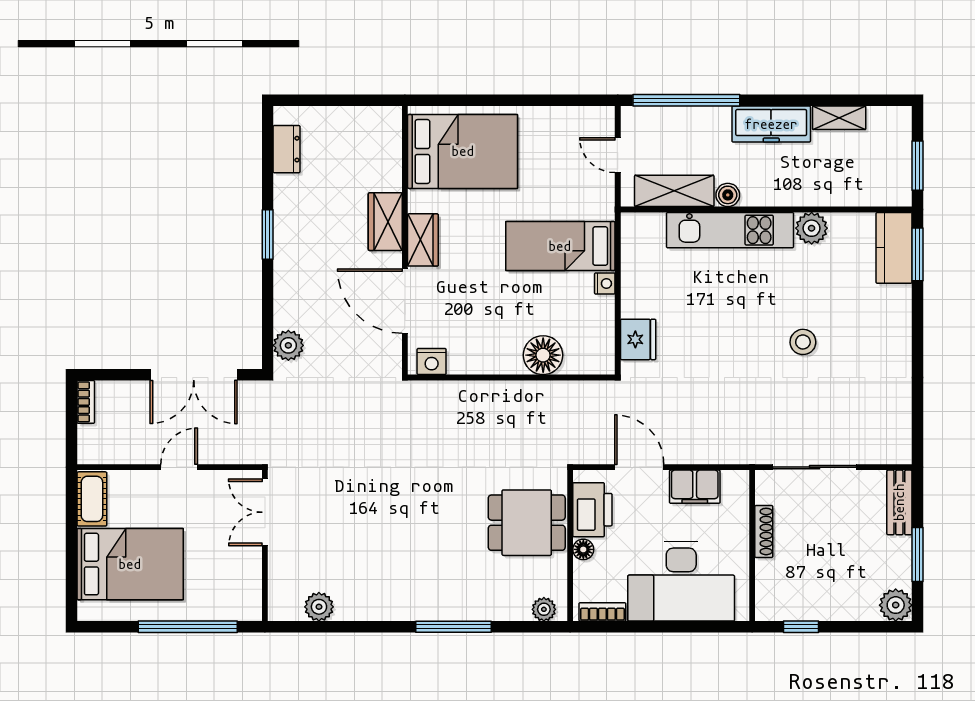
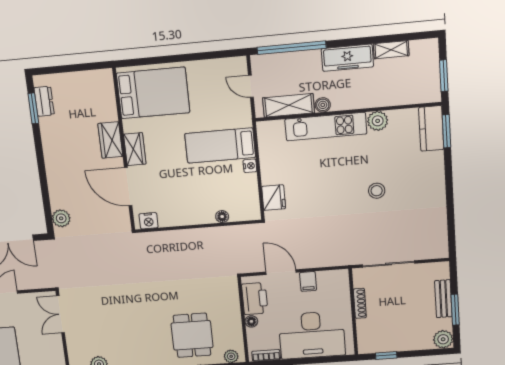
window: (268, 235) -> (33, 108), moved
floor lamp: (543, 355) -> (222, 217), width x0.53, depth x0.53
filing cabinet: (695, 487) -> (308, 281), width x0.50
bench: (899, 502) -> (443, 299), moved
dining table: (527, 523) -> (192, 335), moved, turned 90

